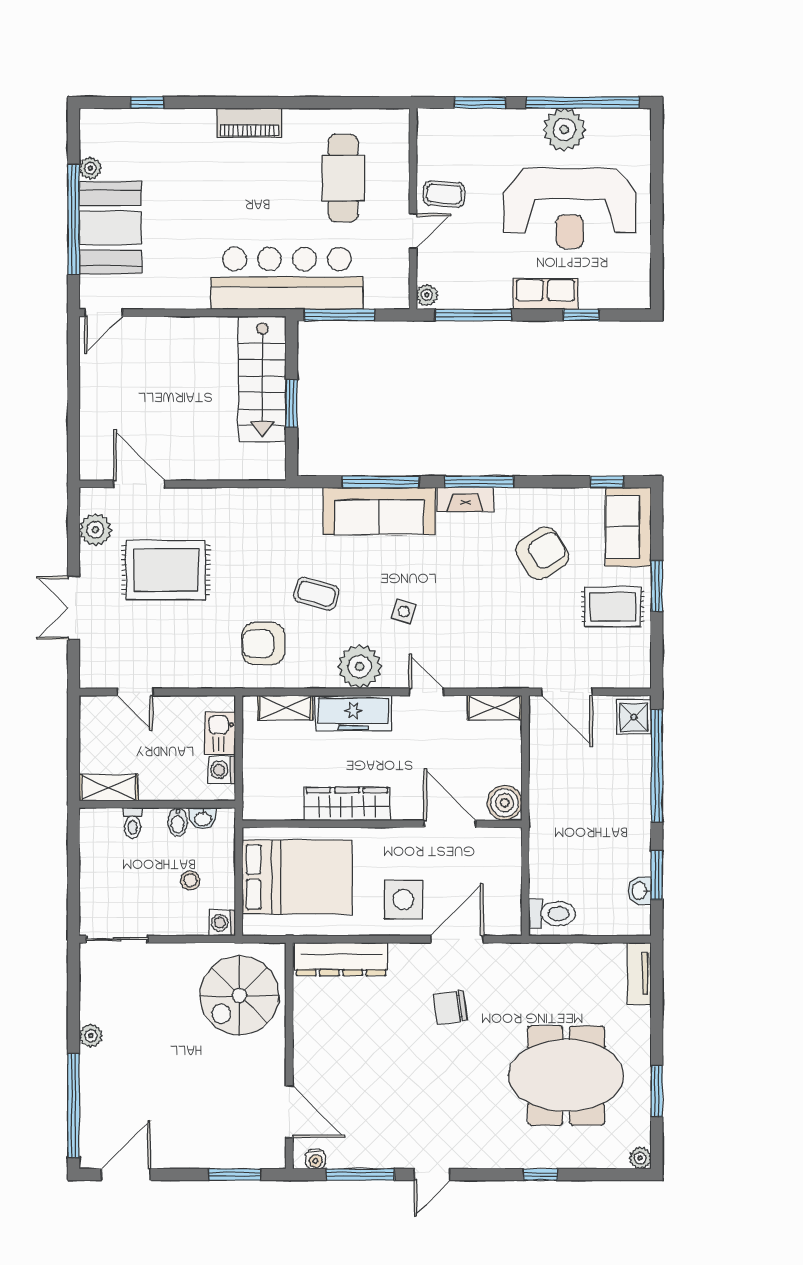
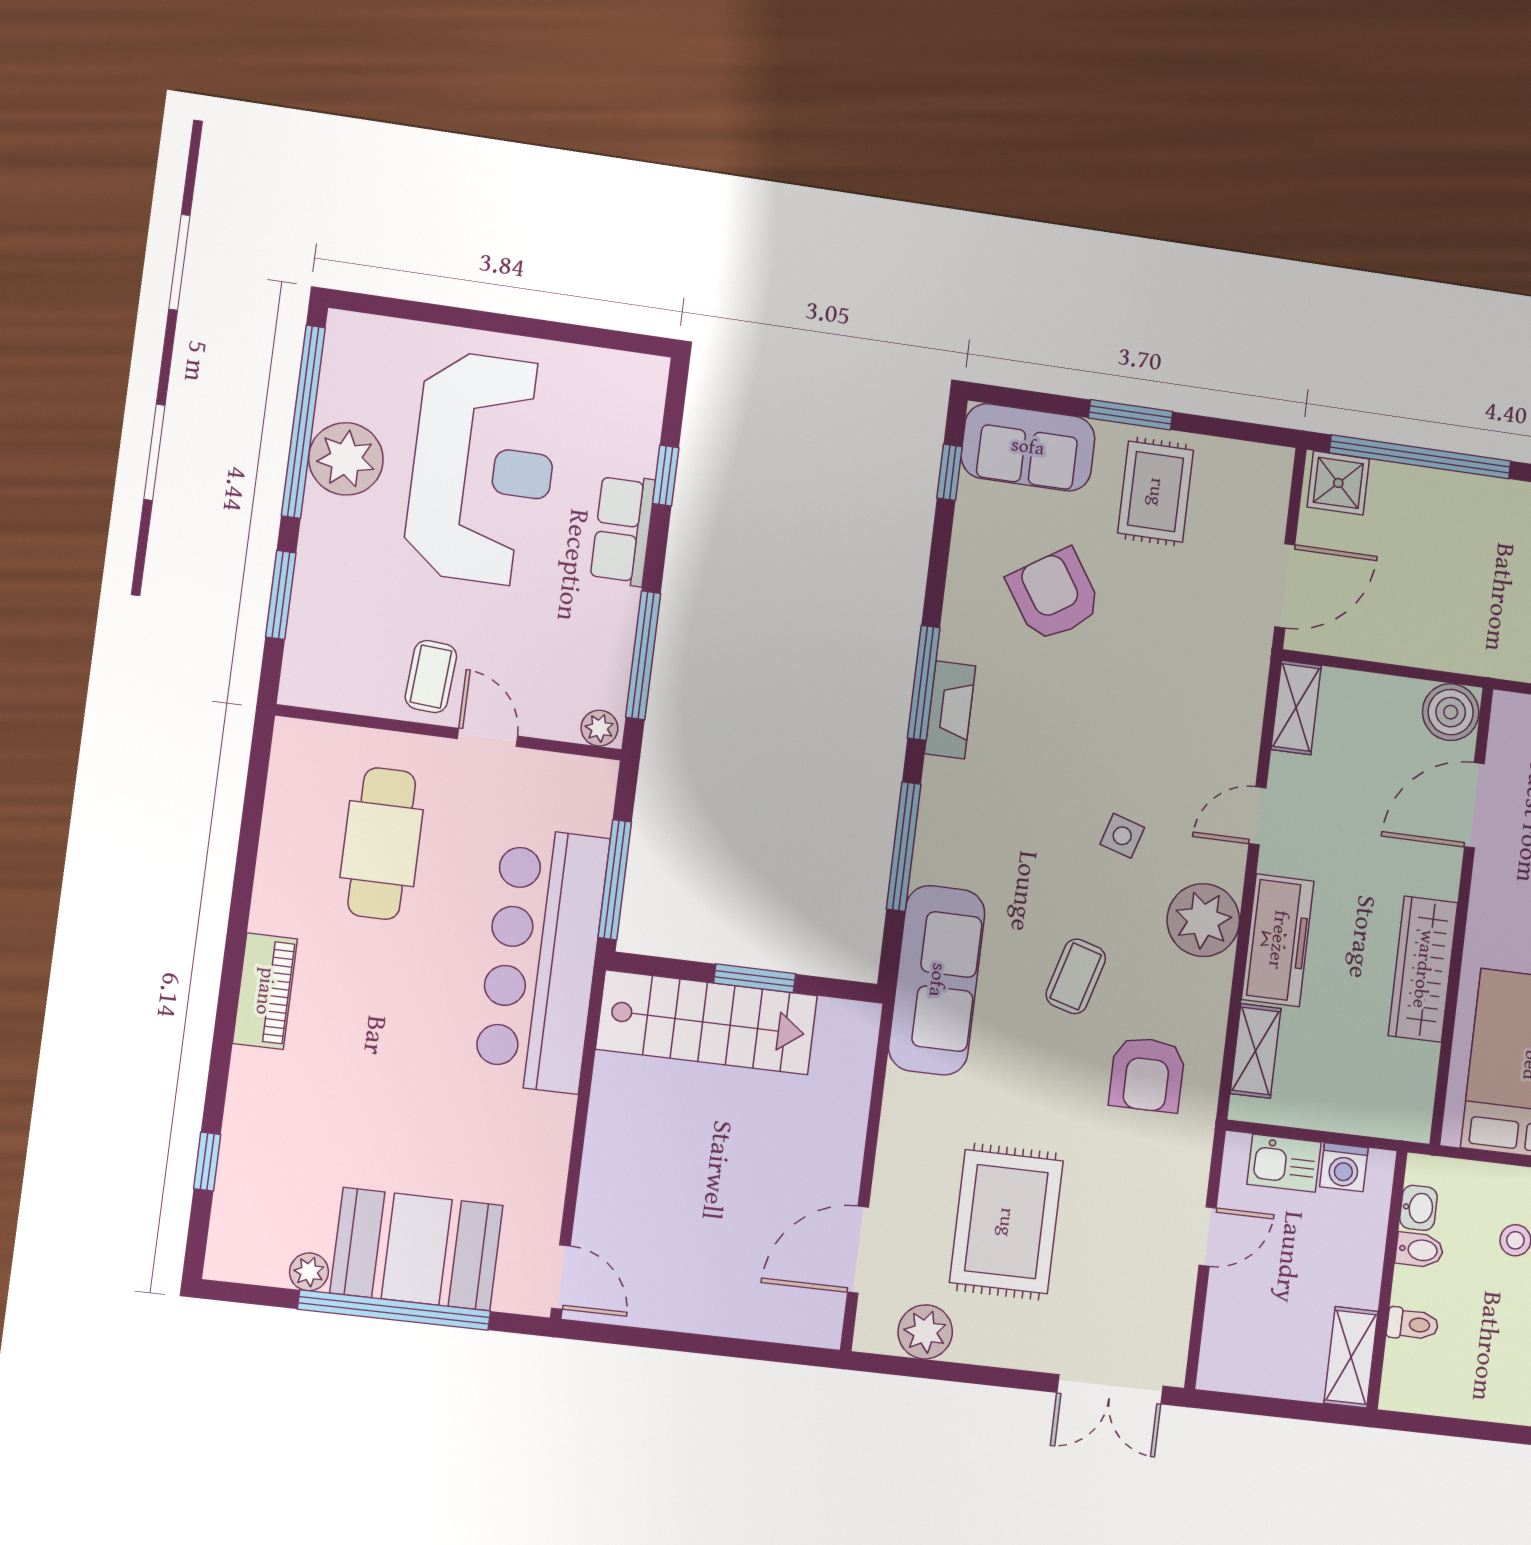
cafe table: (343, 178) -> (382, 844), turned 90
sofa: (379, 511) -> (937, 980), moved
double door: (74, 608) -> (1110, 1389), moved
door: (135, 692) -> (1208, 1237), moved

